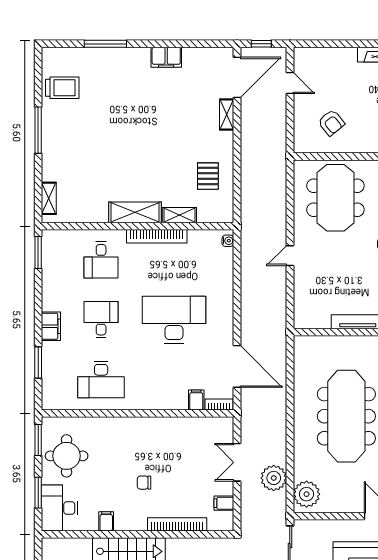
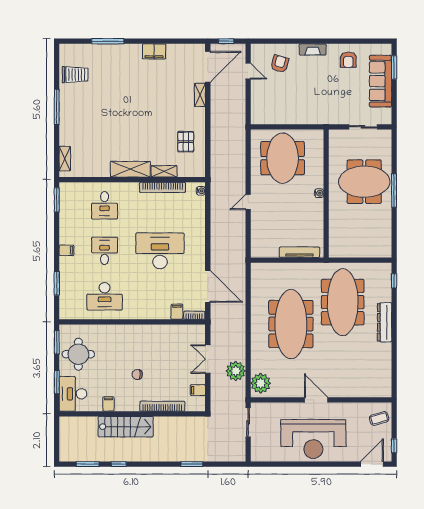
armchair: (331, 123) -> (280, 64), moved, turned -125
bookcase: (157, 236) -> (163, 187), moved
filing cabinet: (51, 326) -> (66, 250), width x0.50

